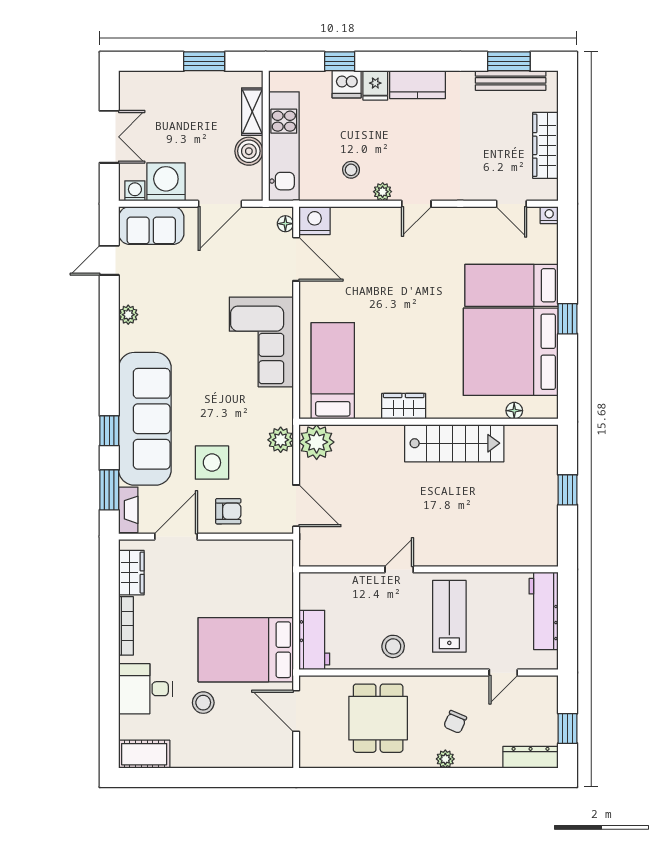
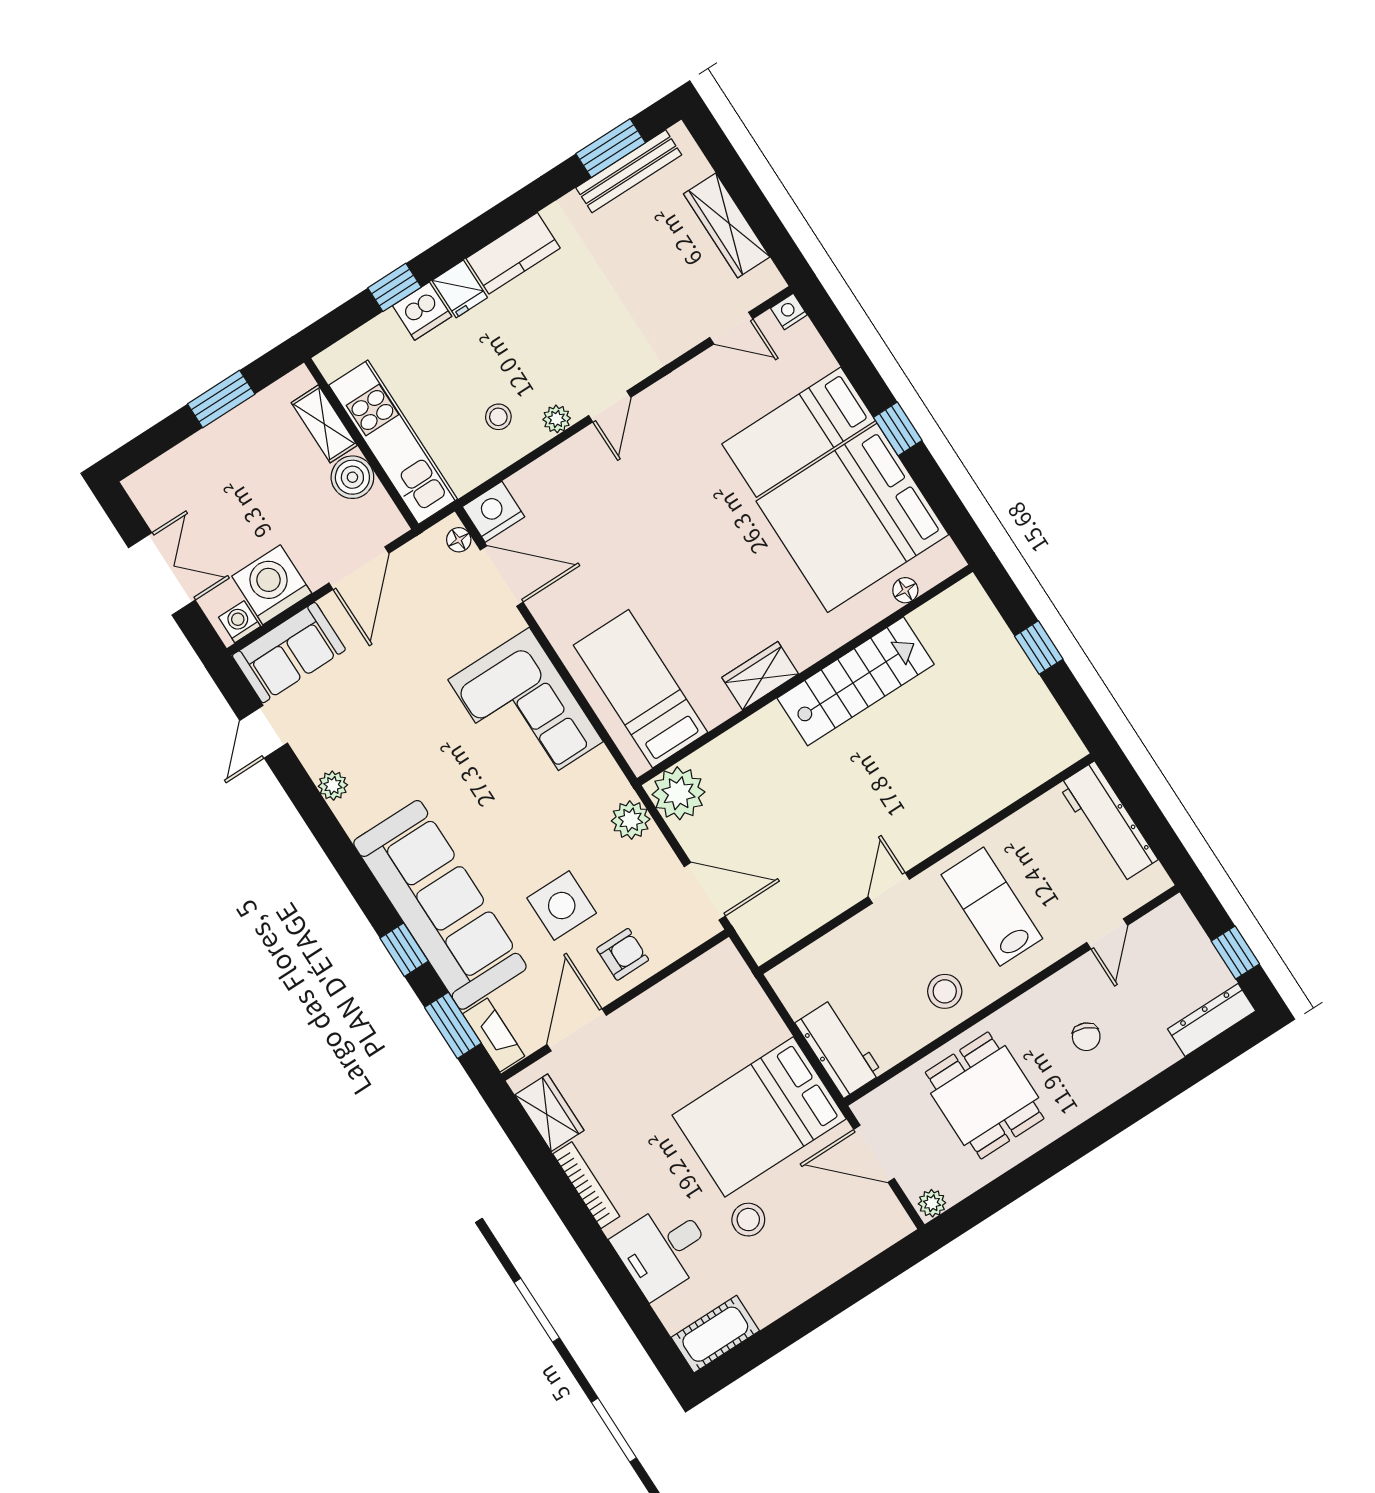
plant: (445, 759) -> (932, 1203), moved

